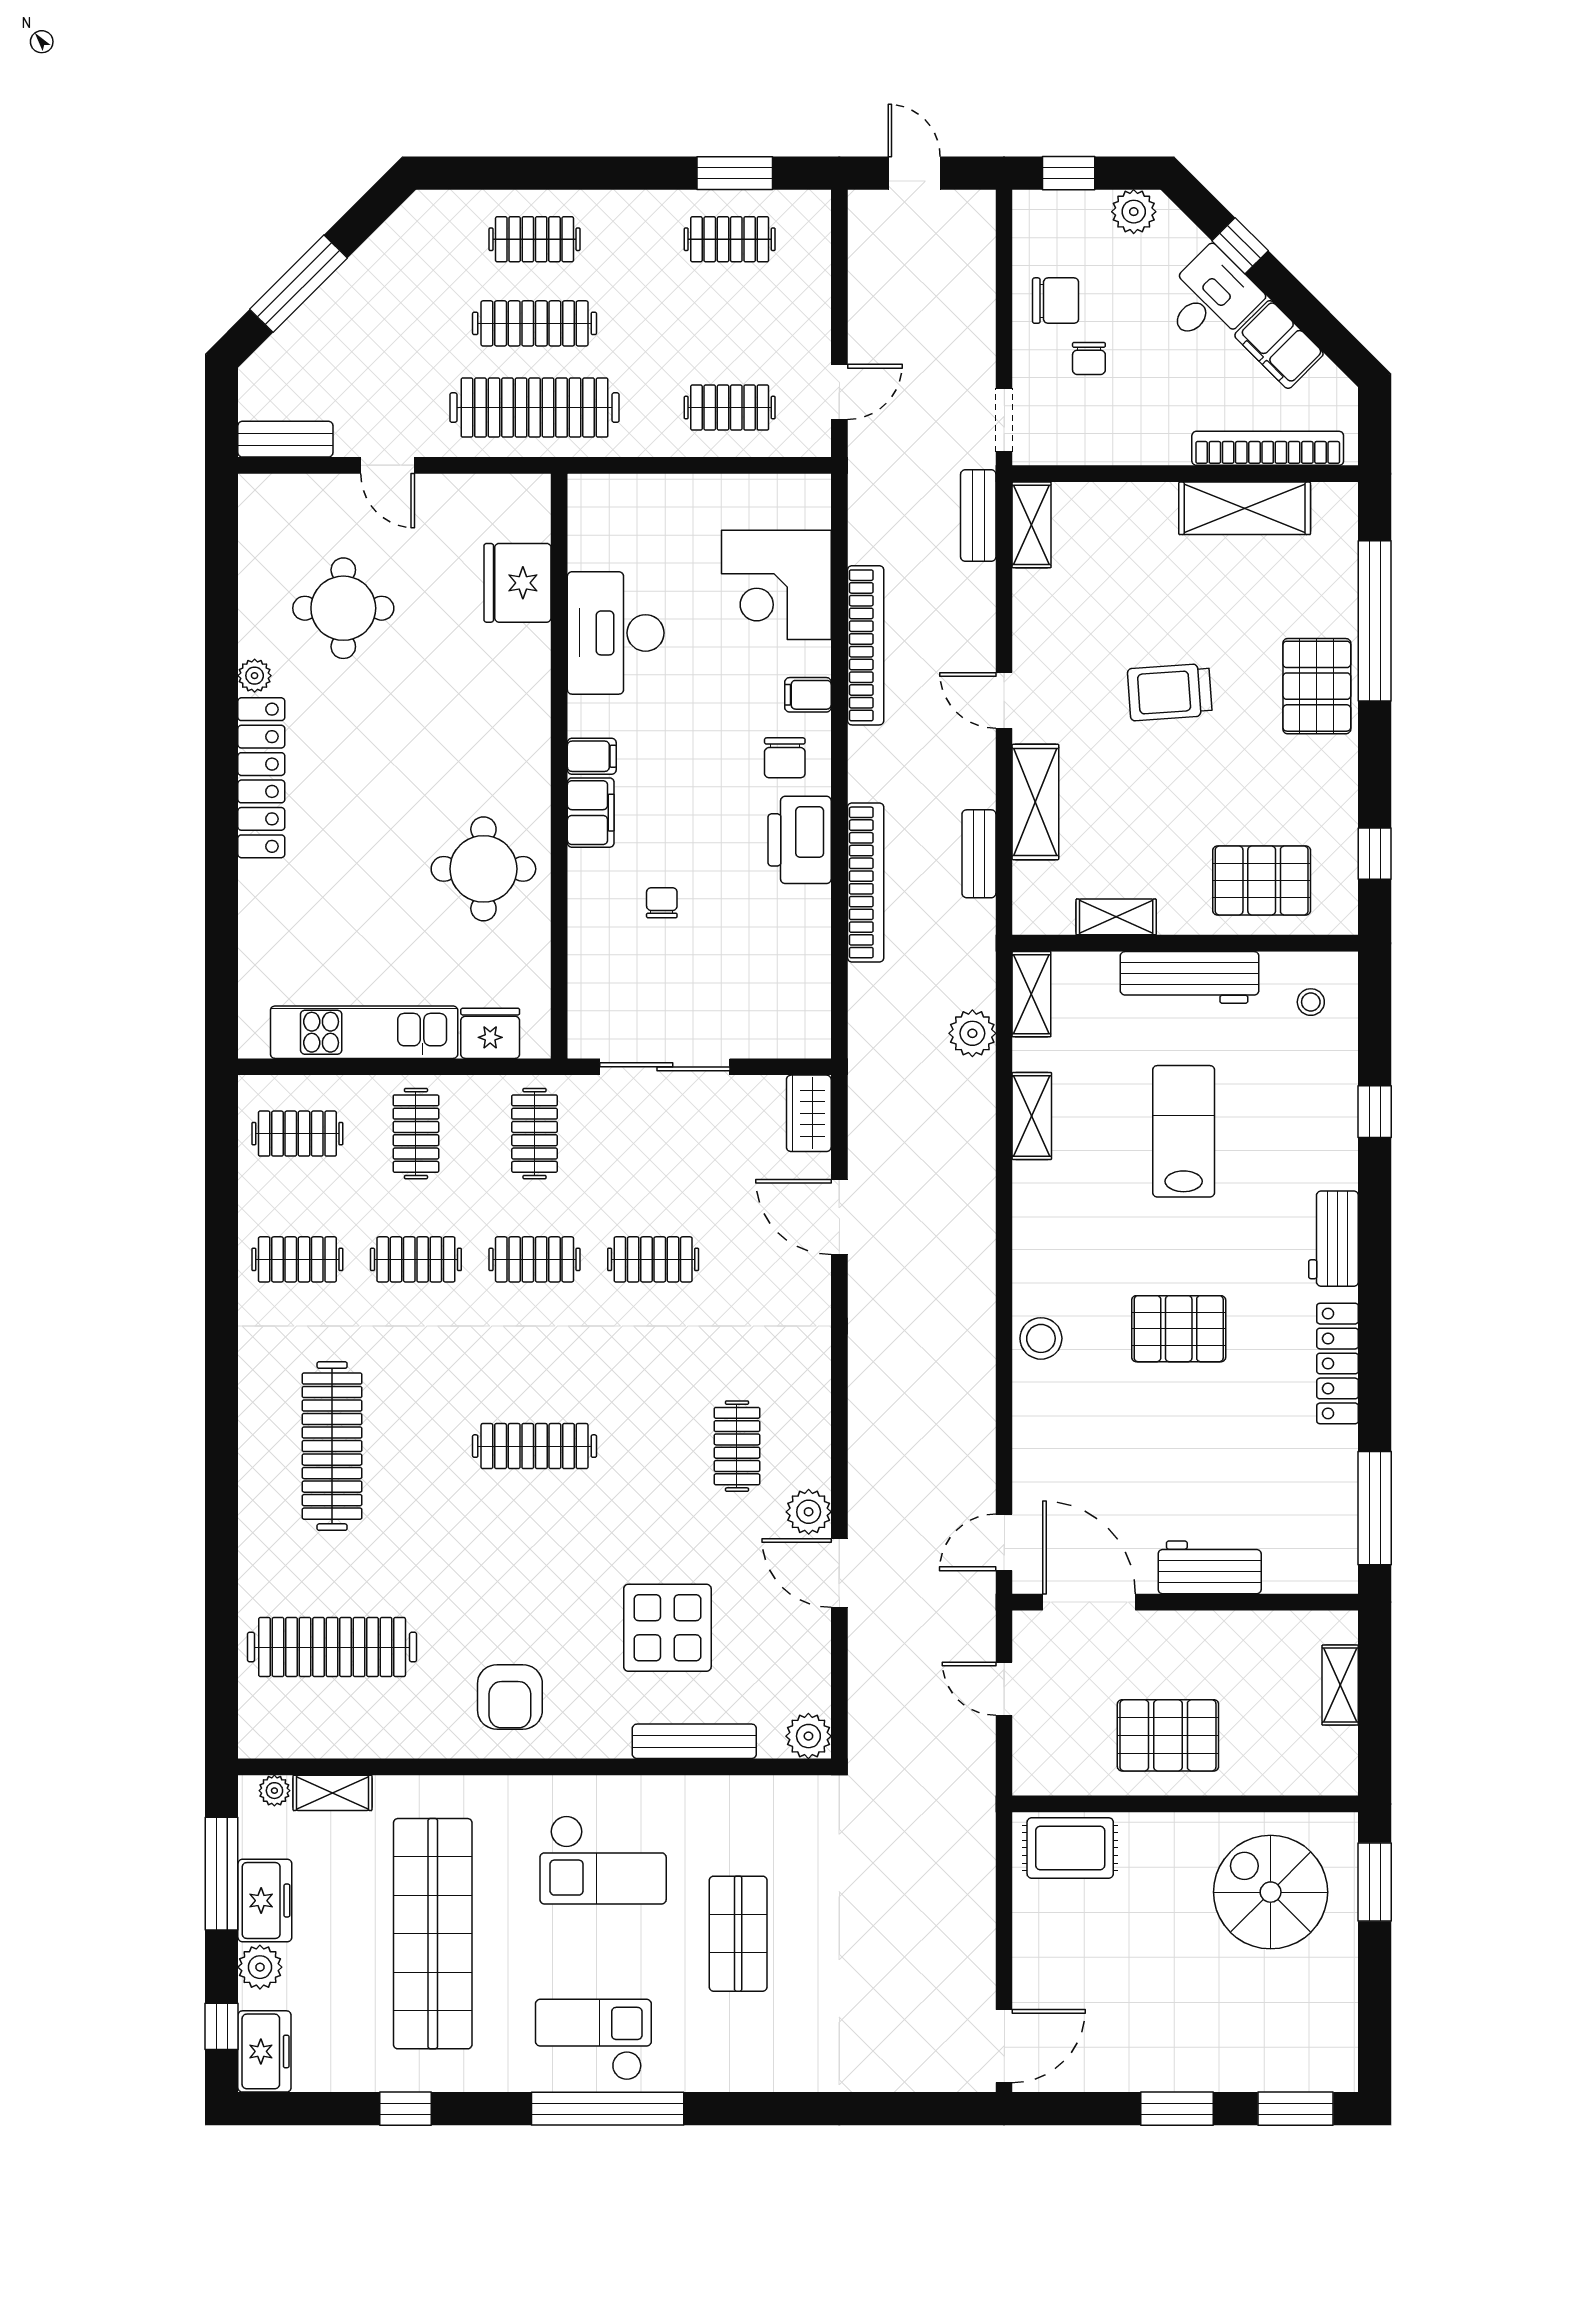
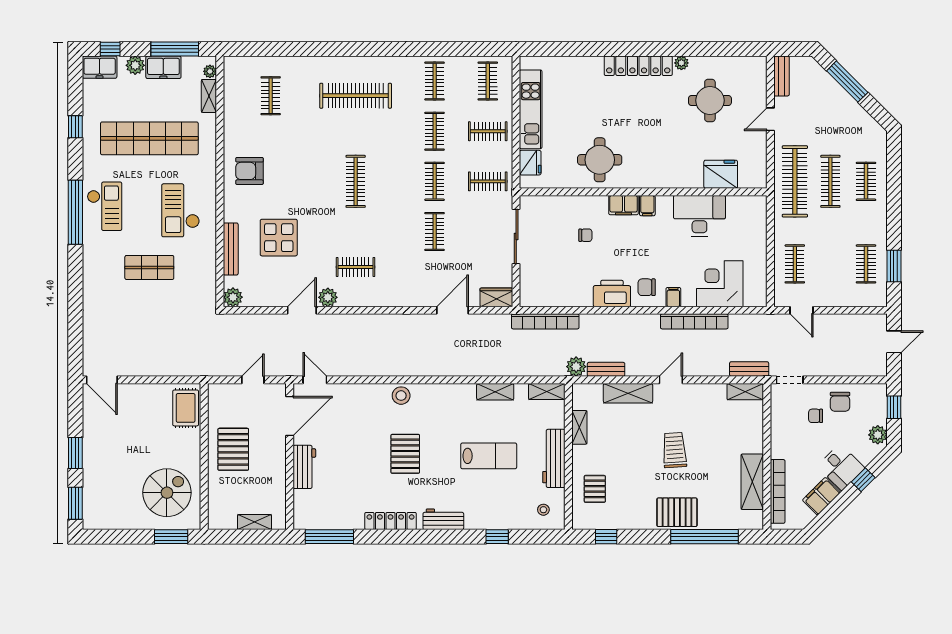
pallet: (1262, 880) -> (595, 489), width x0.67, depth x0.71
bookcase: (866, 882) -> (545, 321), moved
plant: (972, 1033) -> (576, 367), moved
clothes rail: (332, 1647) -> (271, 96), width x0.54, depth x0.76

